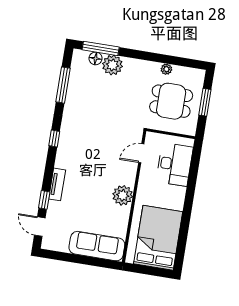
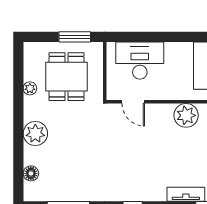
window: (101, 48) -> (18, 169), removed
plant: (112, 65) -> (35, 134), moved
window: (205, 102) -> (75, 37), moved

